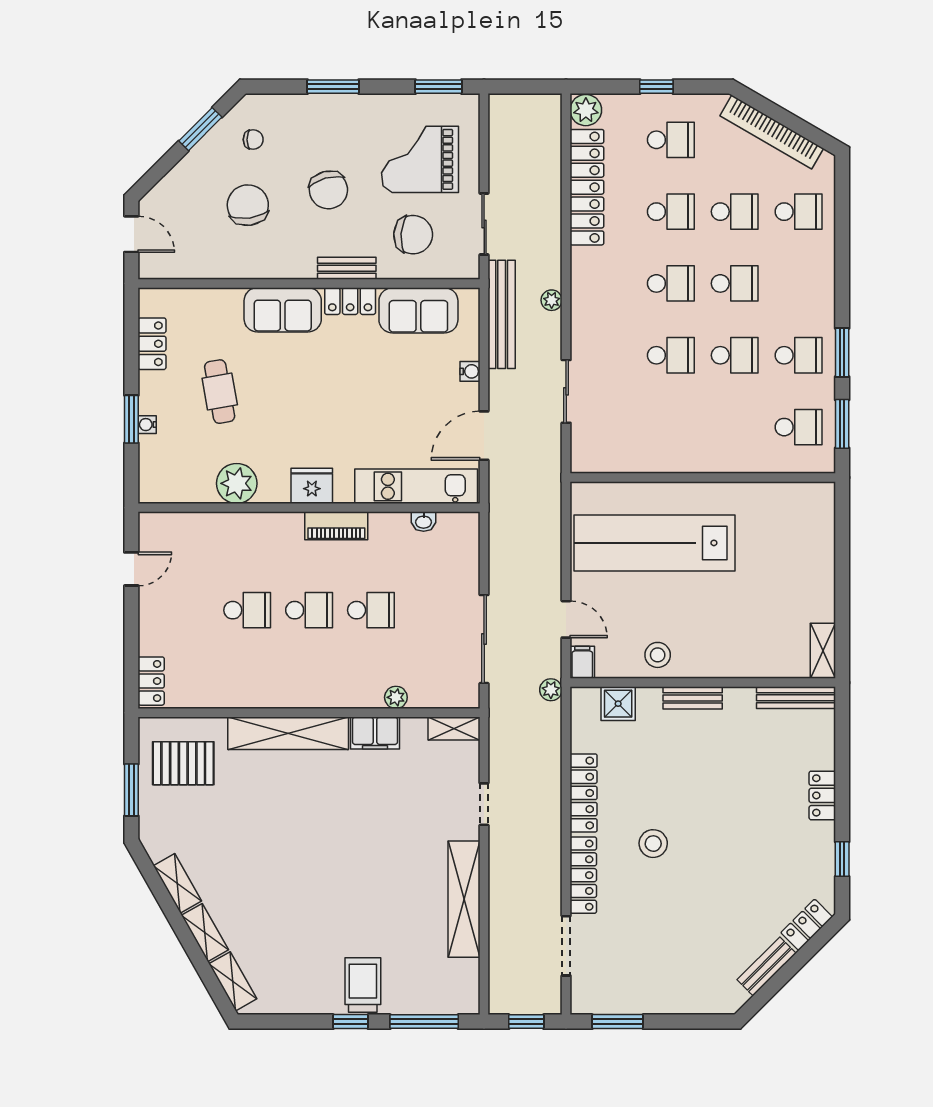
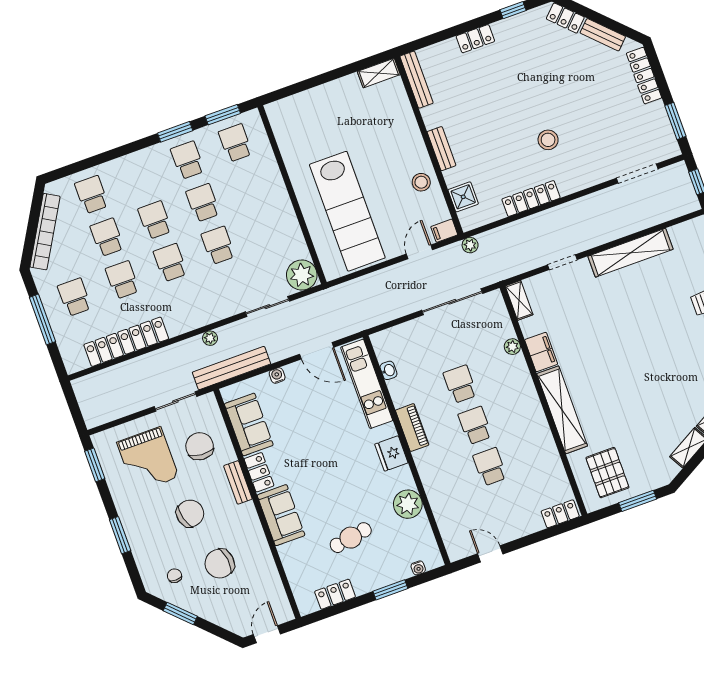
window: (656, 87) -> (42, 319), width x2.17
plant: (586, 110) -> (302, 275), moved, width x1.36, depth x1.36
water cooler: (147, 425) -> (418, 568), moved
locker: (583, 875) -> (644, 76), moved, turned -90

